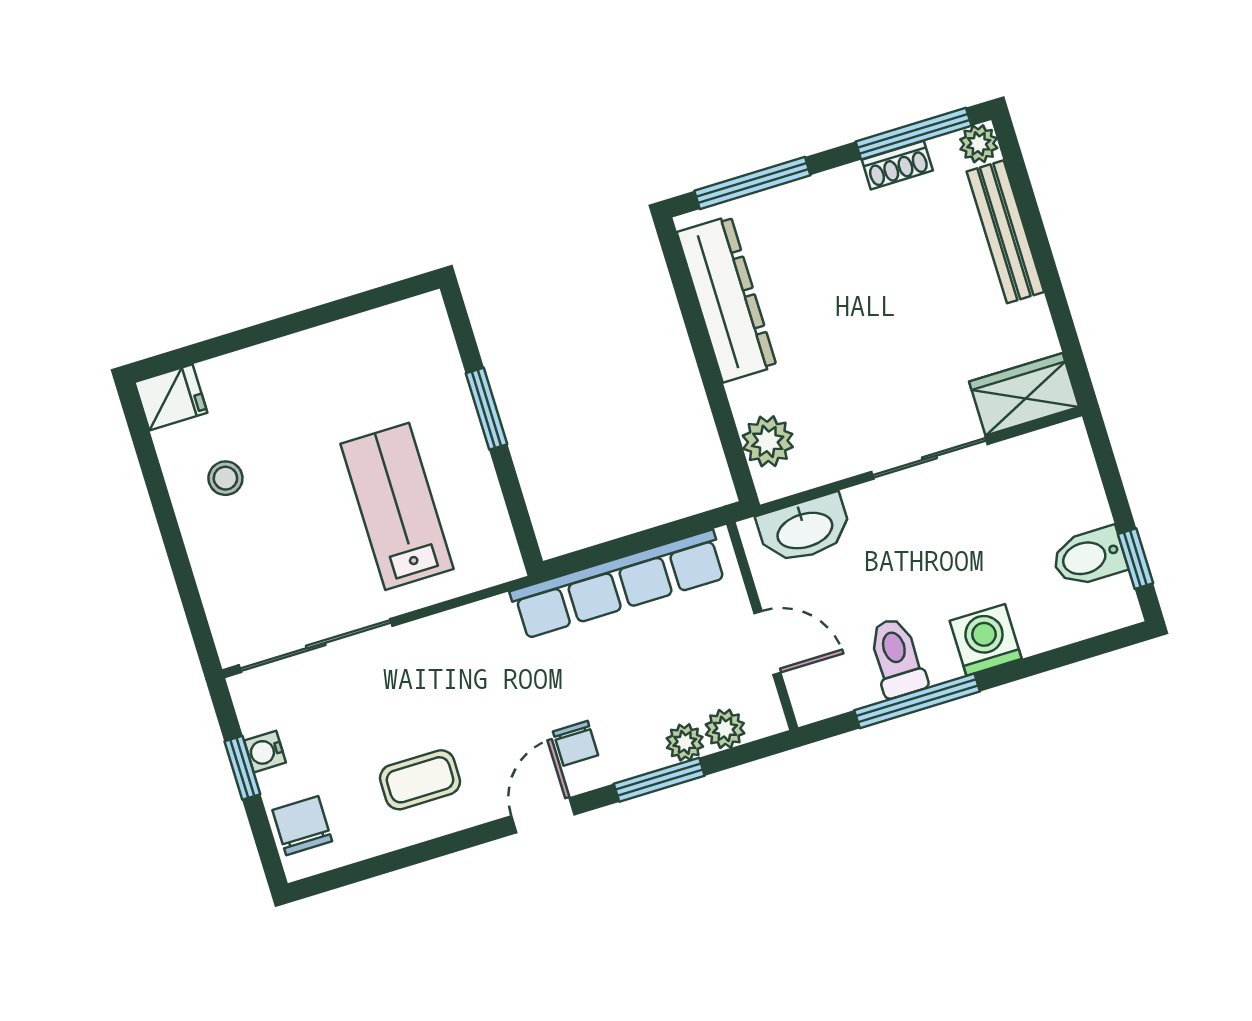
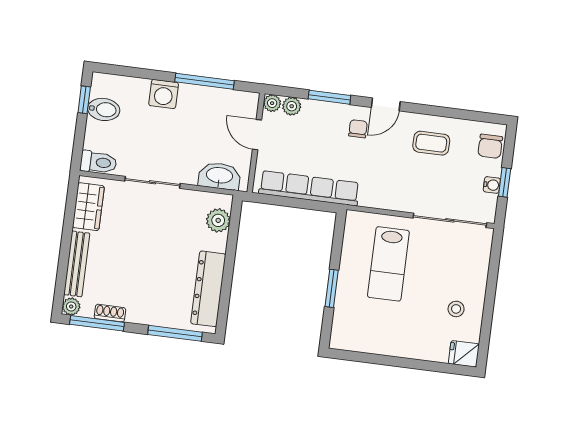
wardrobe: (1024, 394) -> (88, 207), moved, turned -90
toilet: (897, 658) -> (98, 162), moved, turned -90
plant: (685, 742) -> (272, 103), moved

